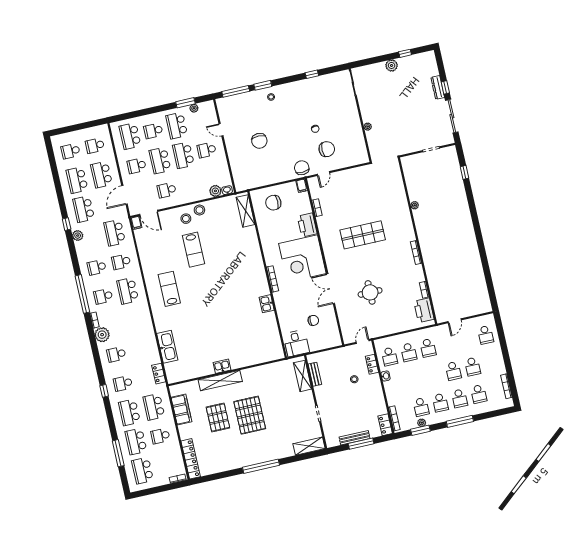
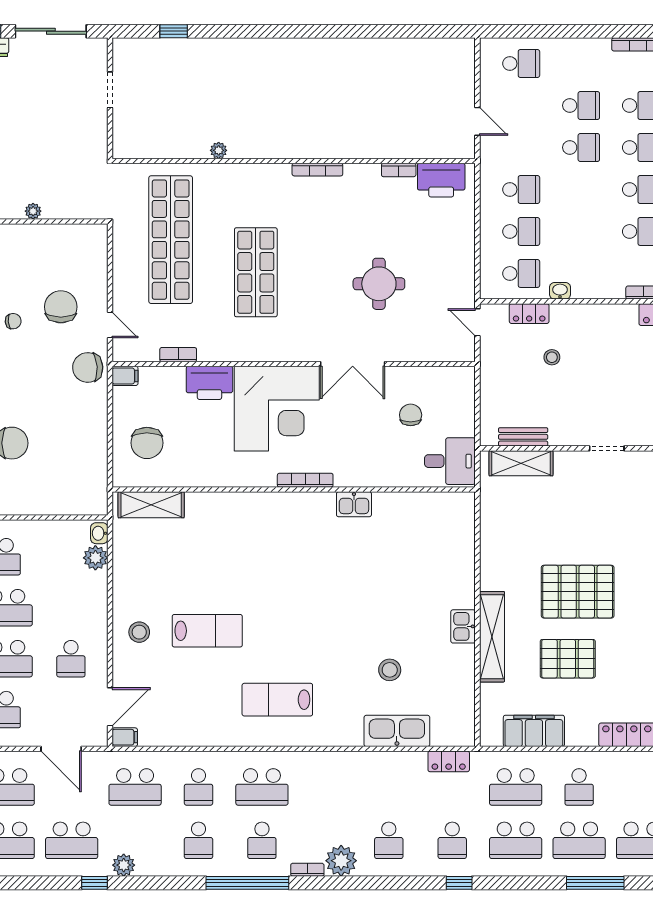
shop shelf: (369, 193) -> (171, 240), added
stool: (199, 210) -> (390, 670), moved

